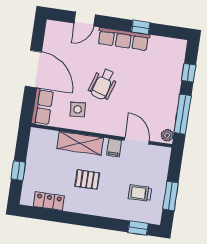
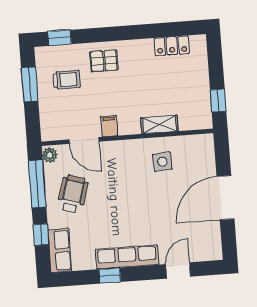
door: (33, 69) -> (225, 198), hinge flipped
wheelchair: (103, 84) -> (73, 194), moved
row of seats: (42, 107) -> (60, 250), moved, turned 180
shelving: (80, 143) -> (160, 125), width x0.67, depth x0.75
window: (18, 171) -> (218, 101), moved
pallet: (87, 179) -> (104, 61), moved

